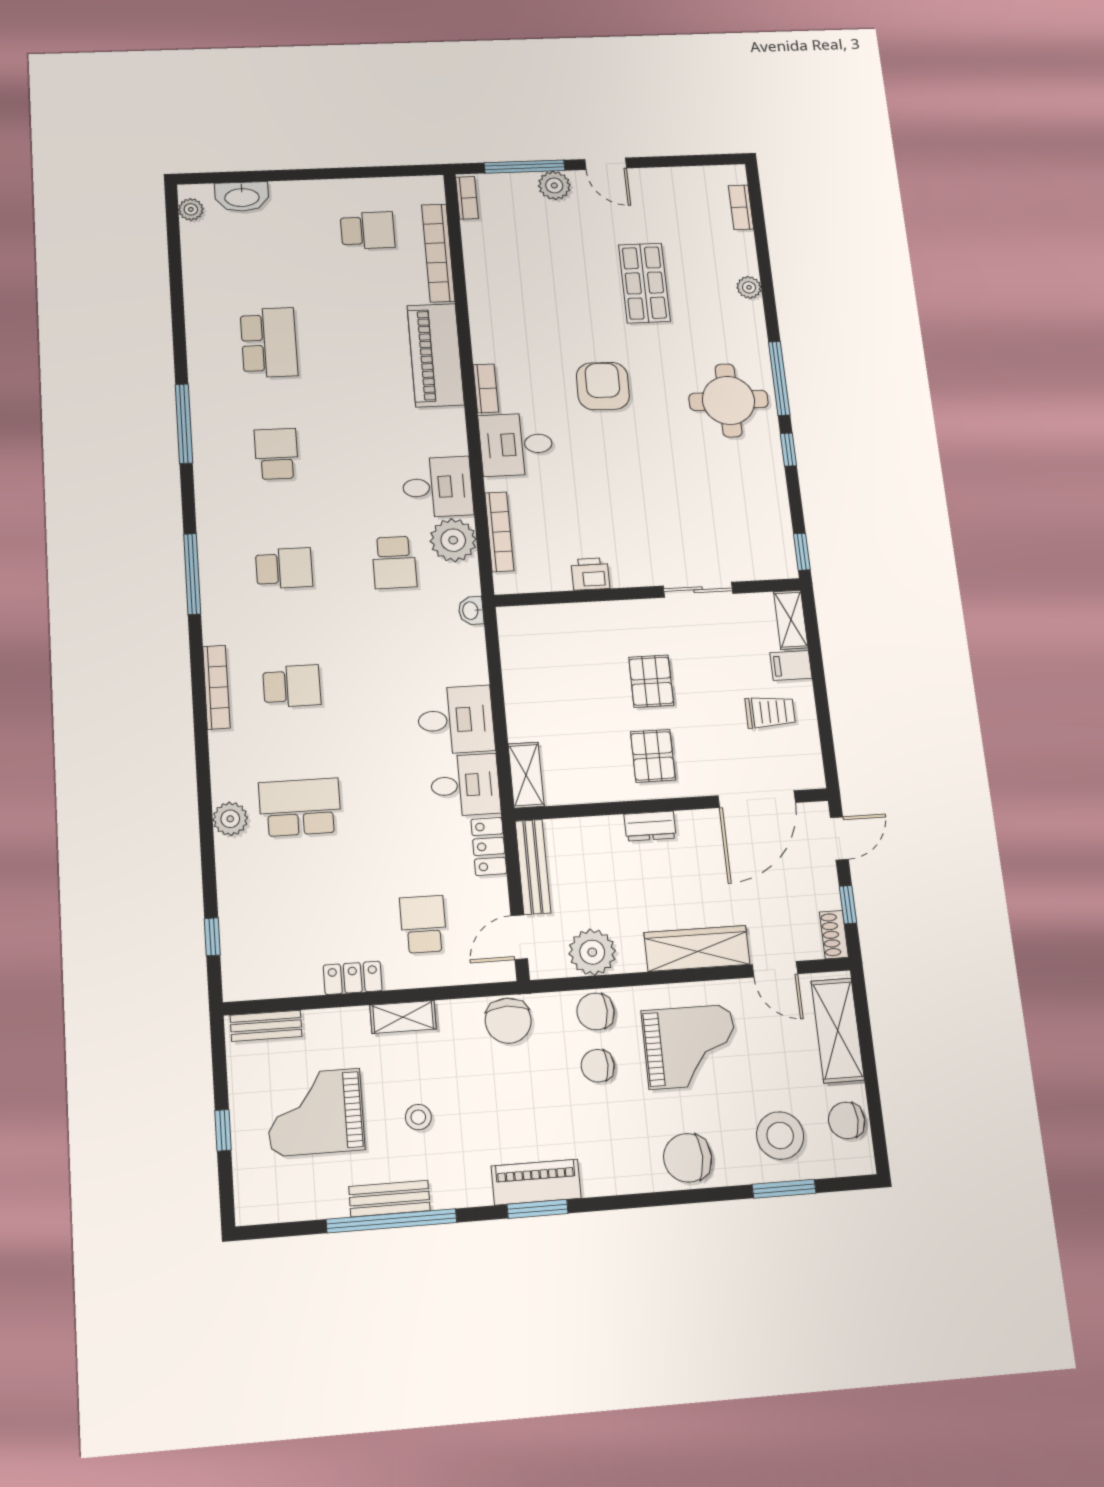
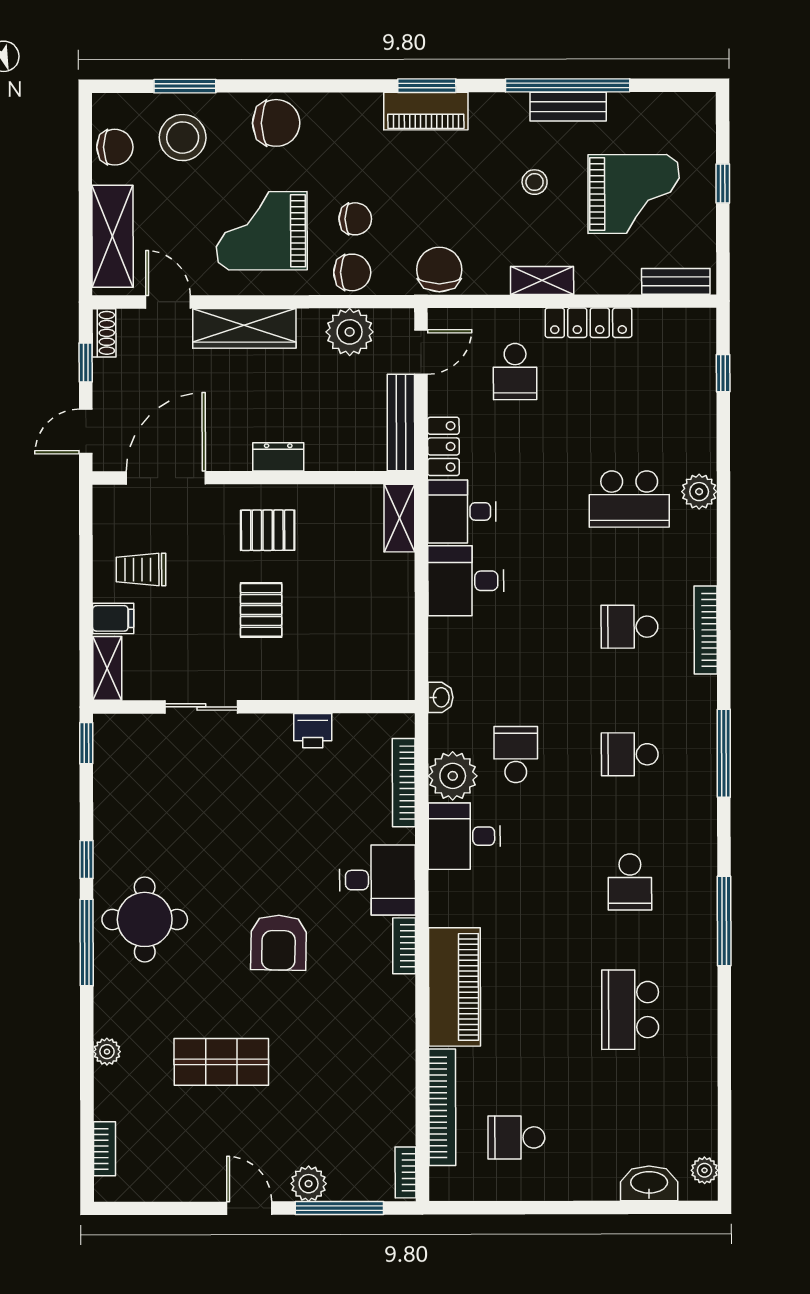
shop shelf: (644, 283) -> (221, 1062), turned 90
pallet: (653, 756) -> (268, 530), turned 90
locker: (353, 978) -> (588, 323), width x1.53

